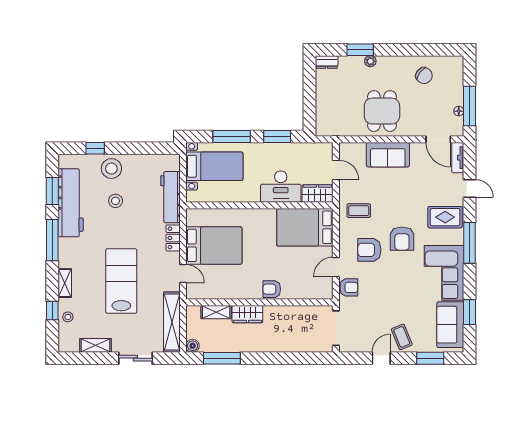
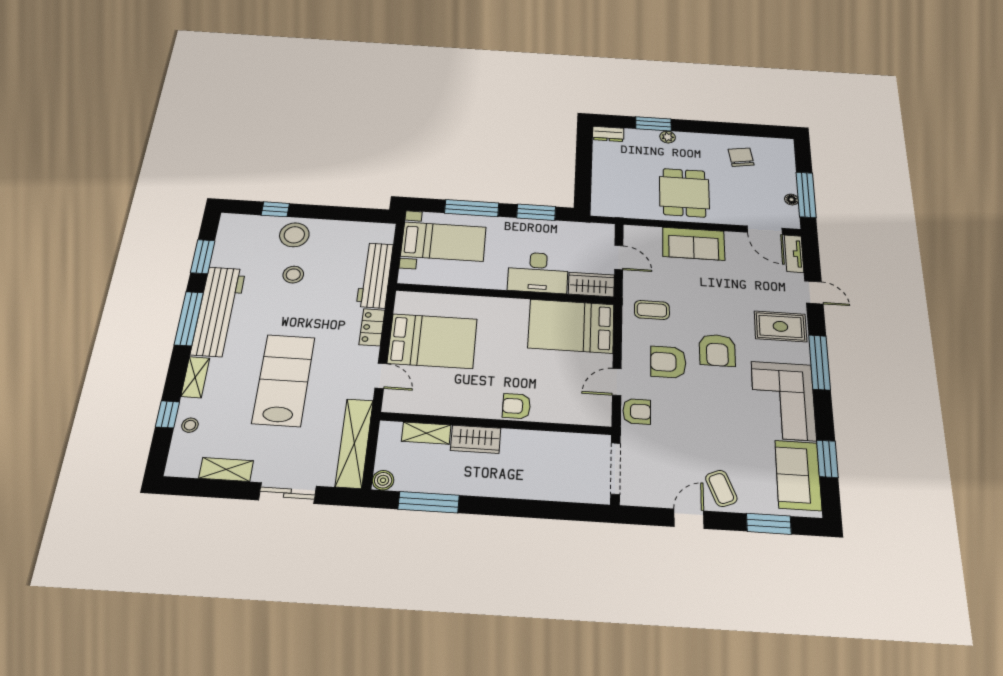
chair: (424, 76) -> (741, 157), turned -137
workbench: (71, 203) -> (218, 311), moved

